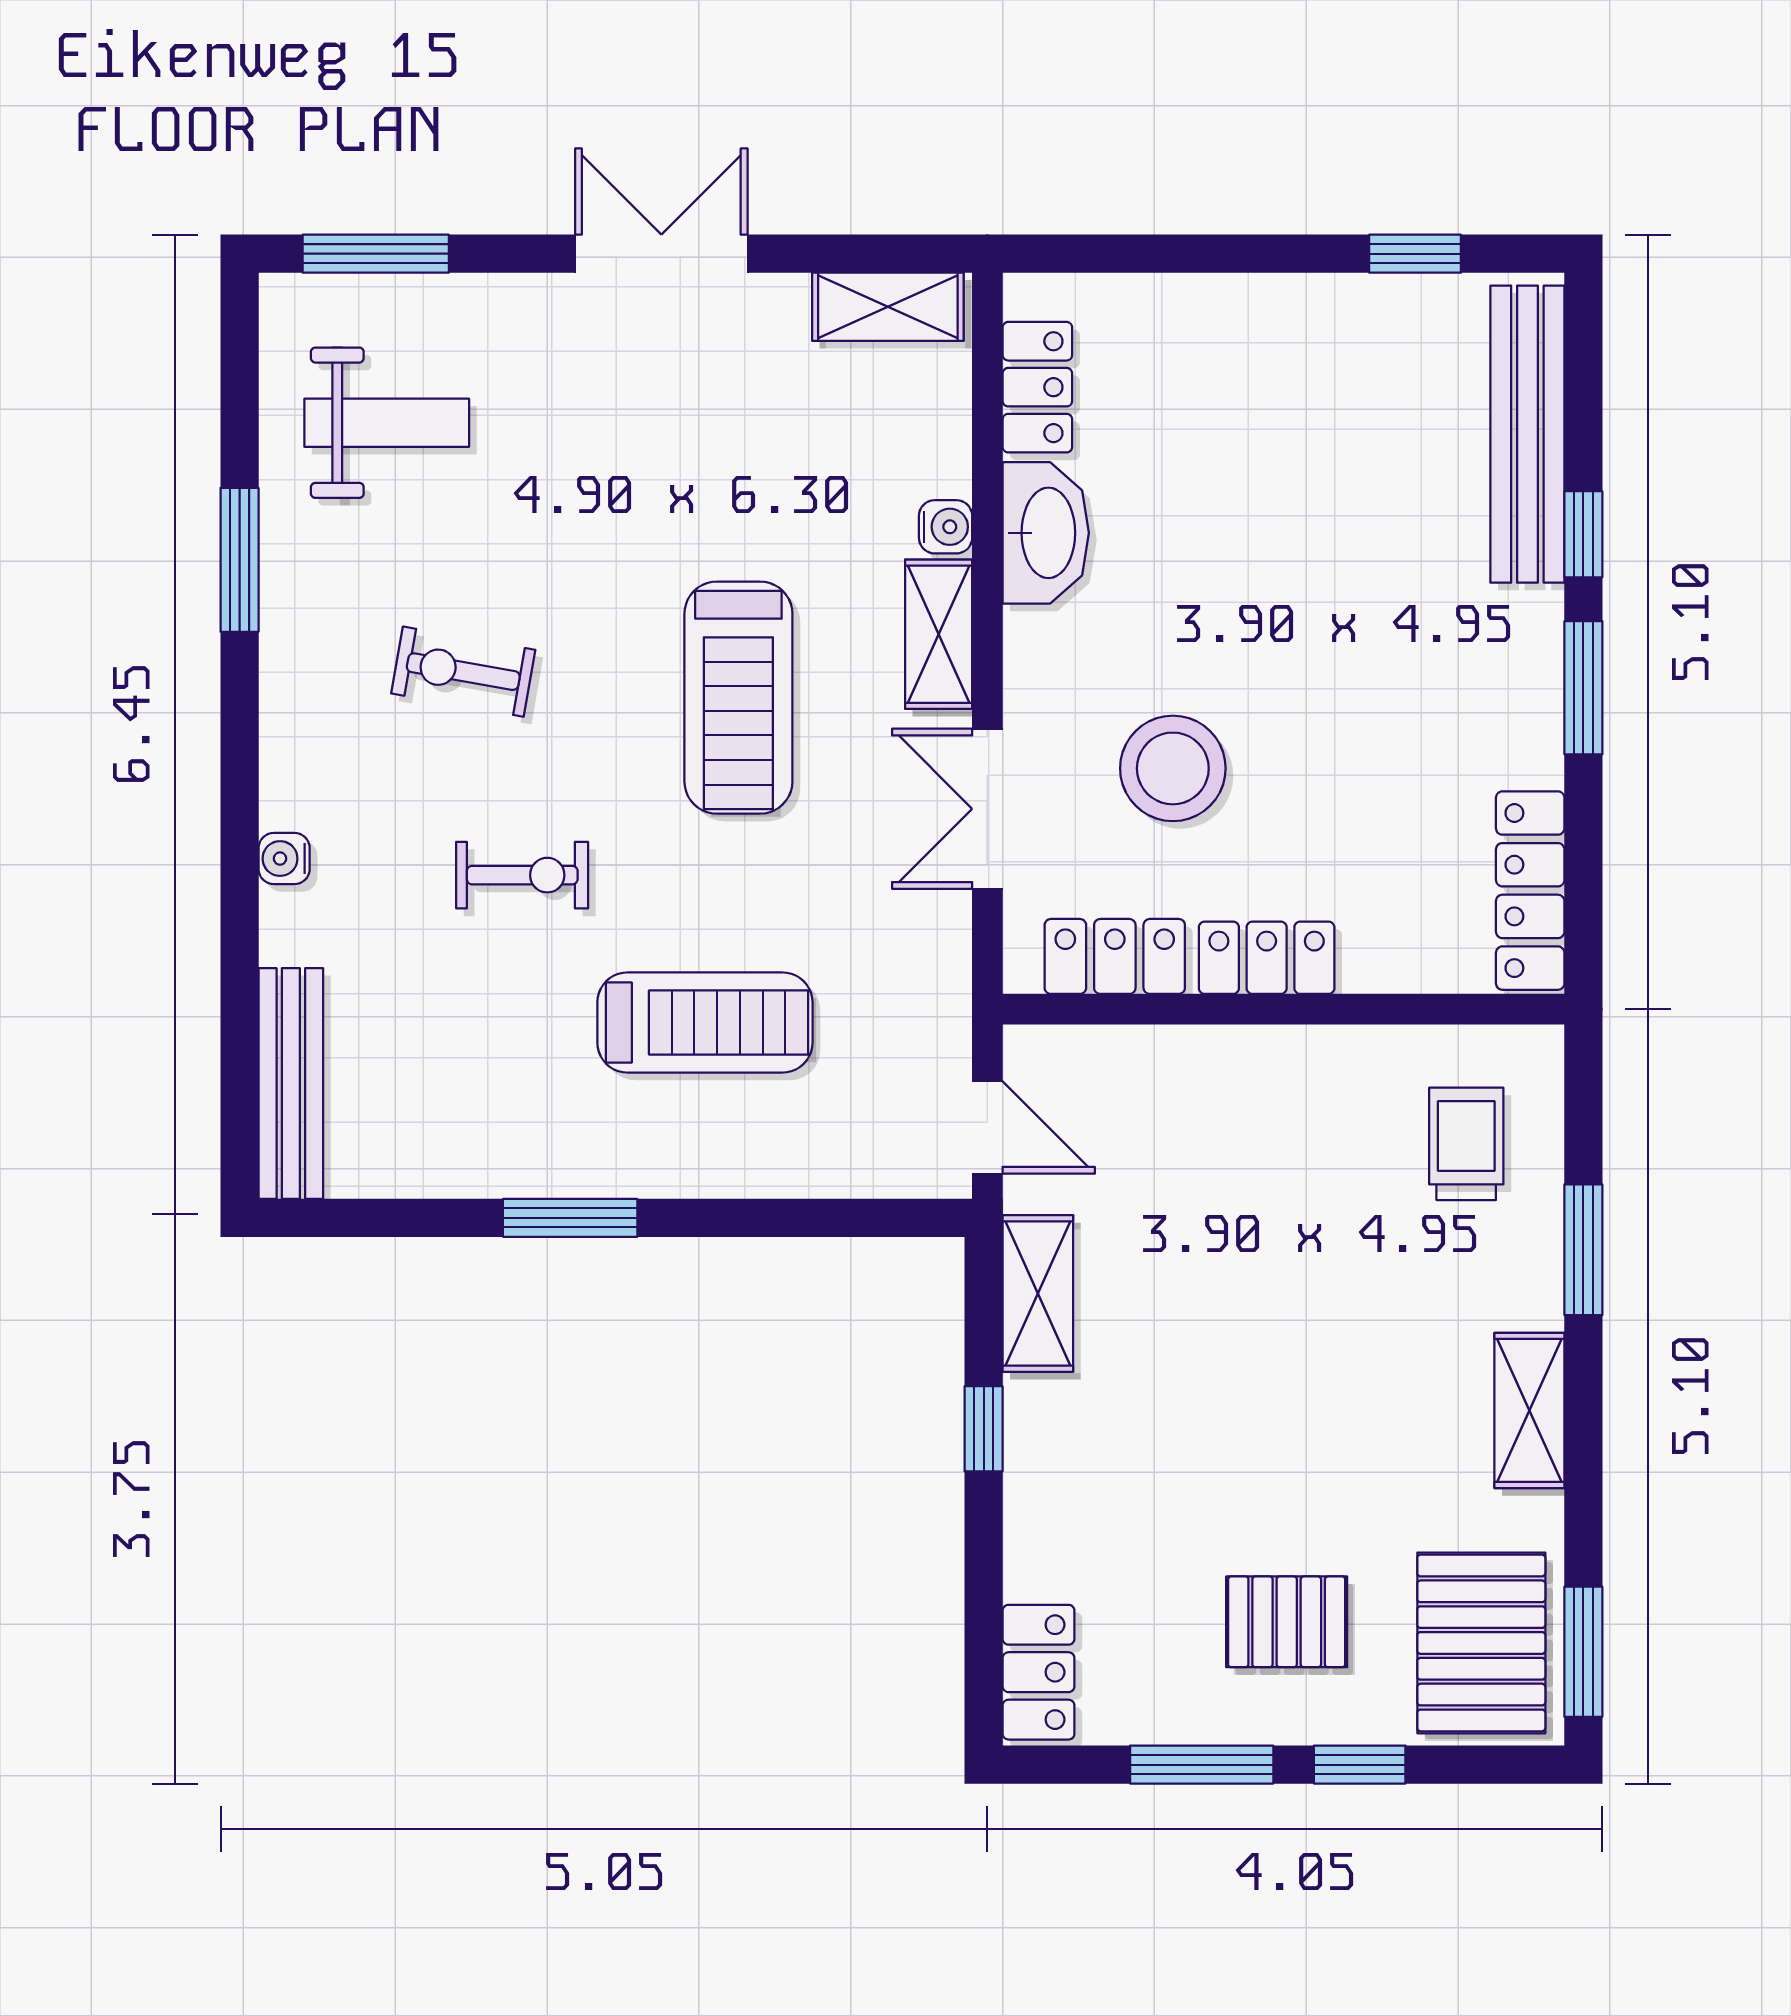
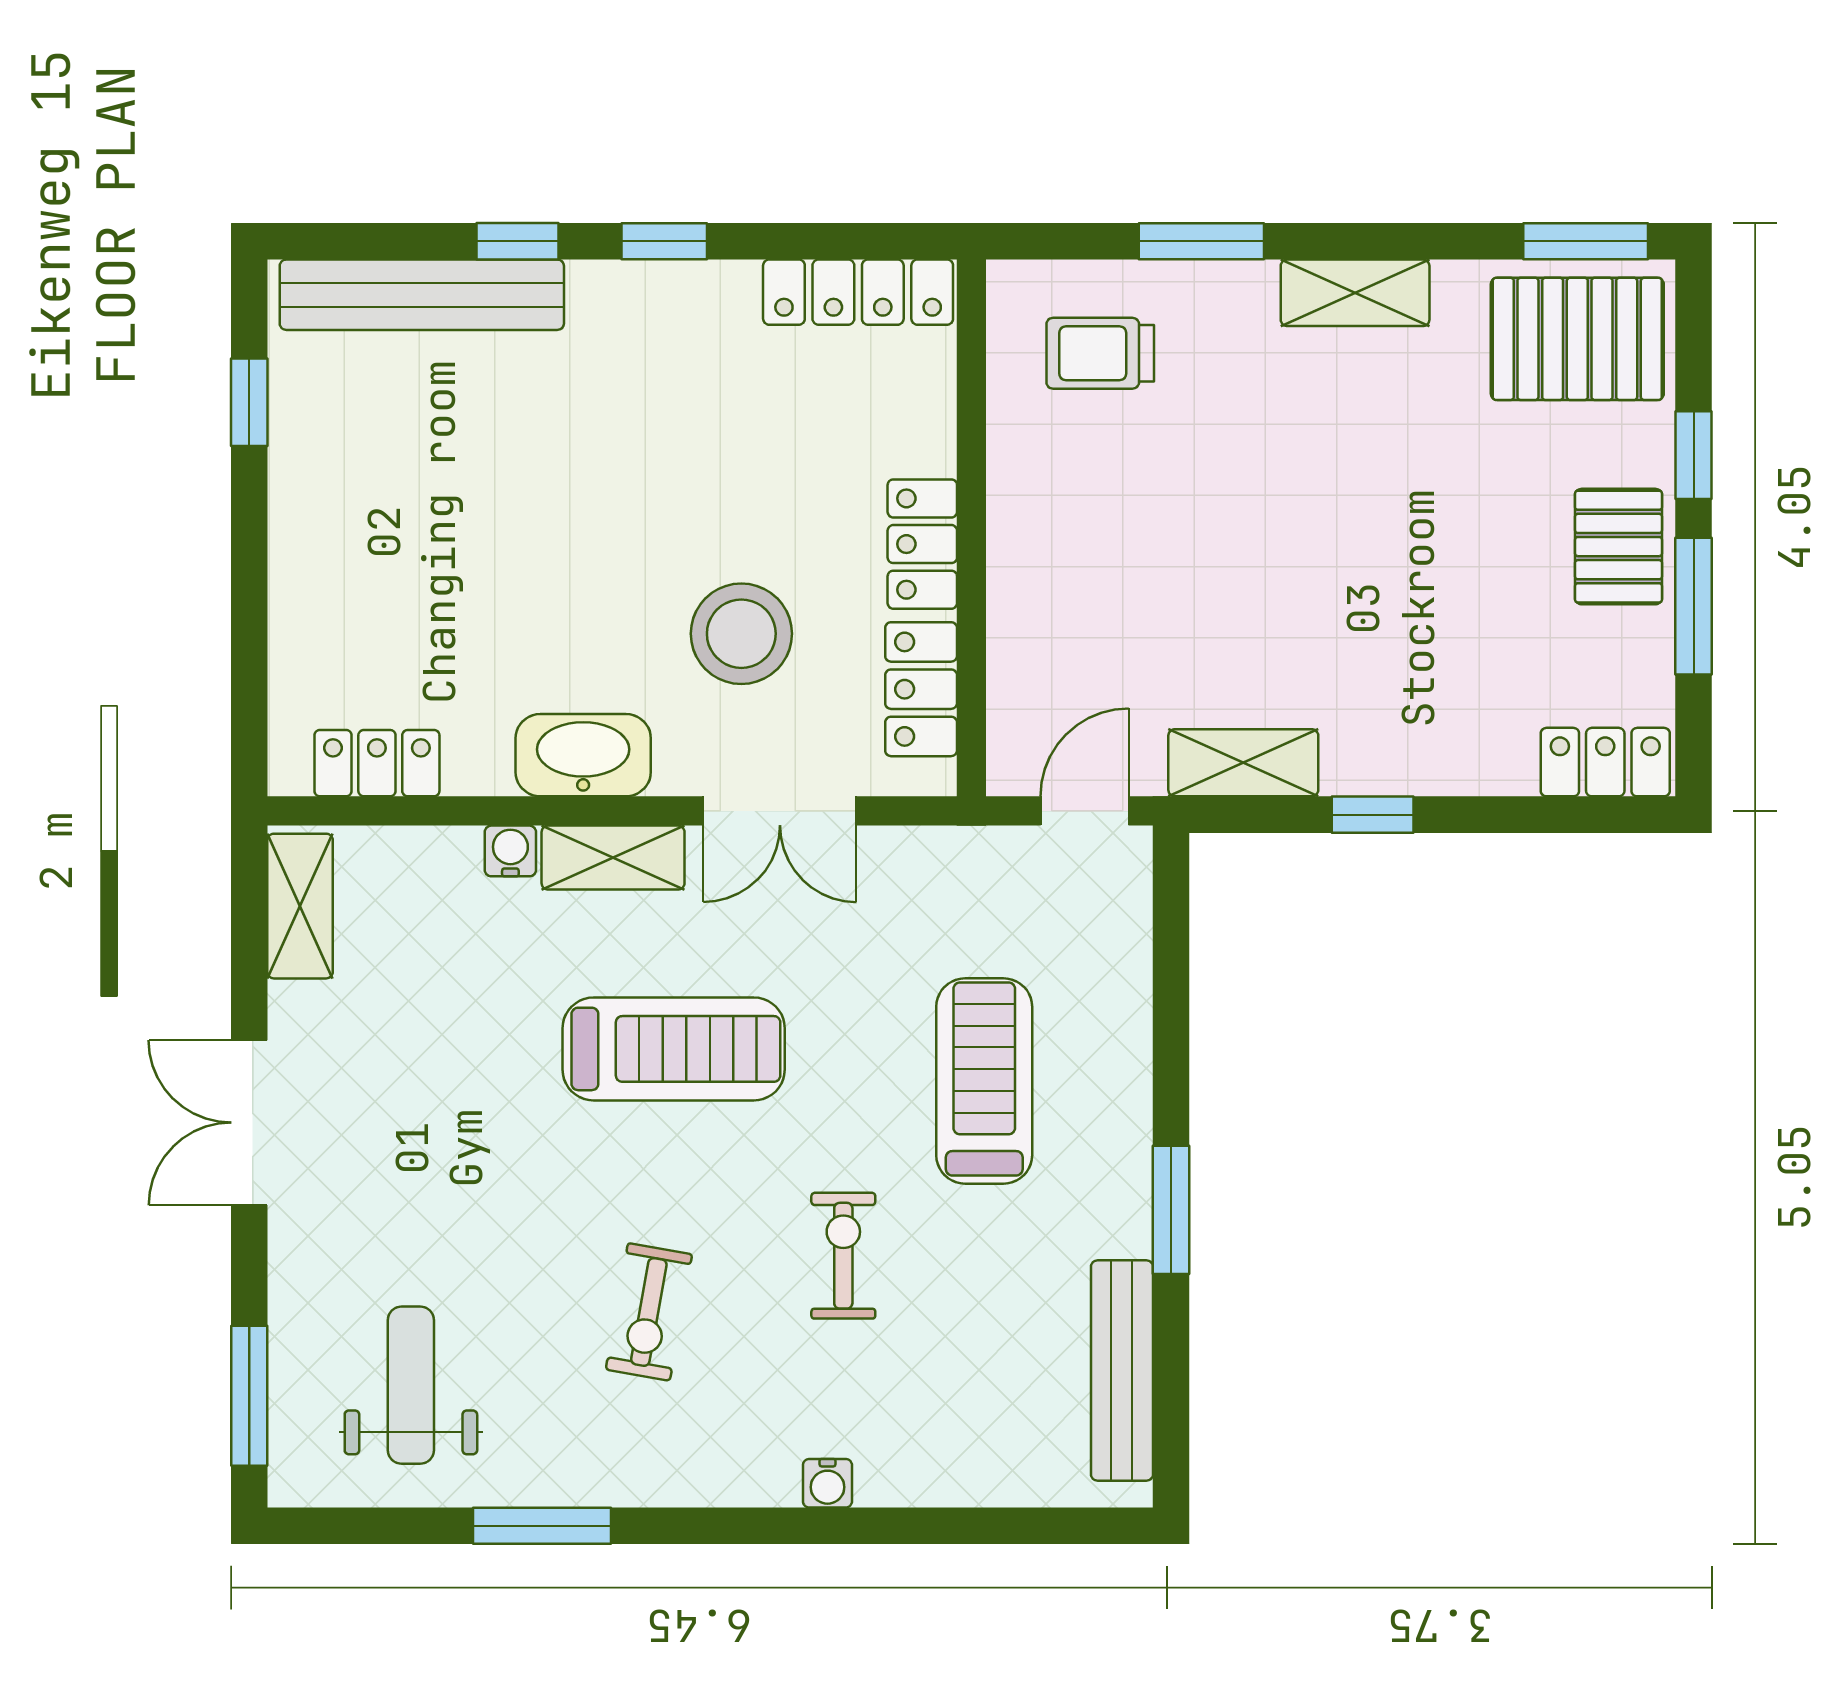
washbasin: (1046, 533) -> (583, 755), moved
window: (1583, 688) -> (664, 241), width x0.67
bench: (291, 1084) -> (1122, 1370), moved, turned 90
pallet: (1287, 1622) -> (1619, 547), moved

